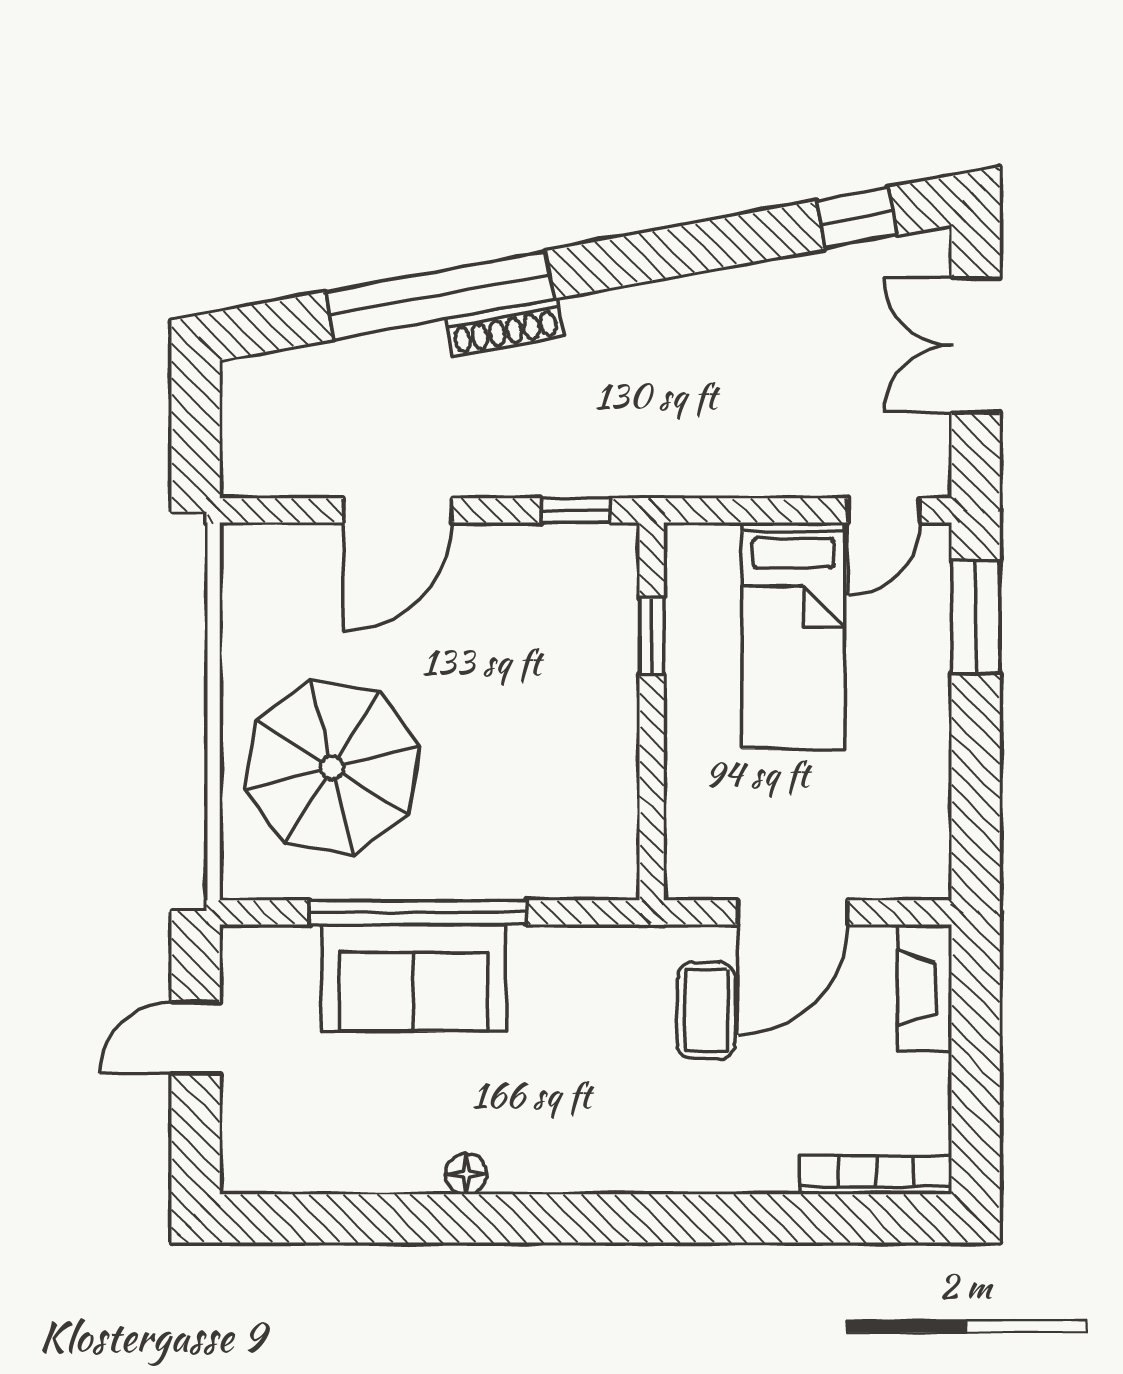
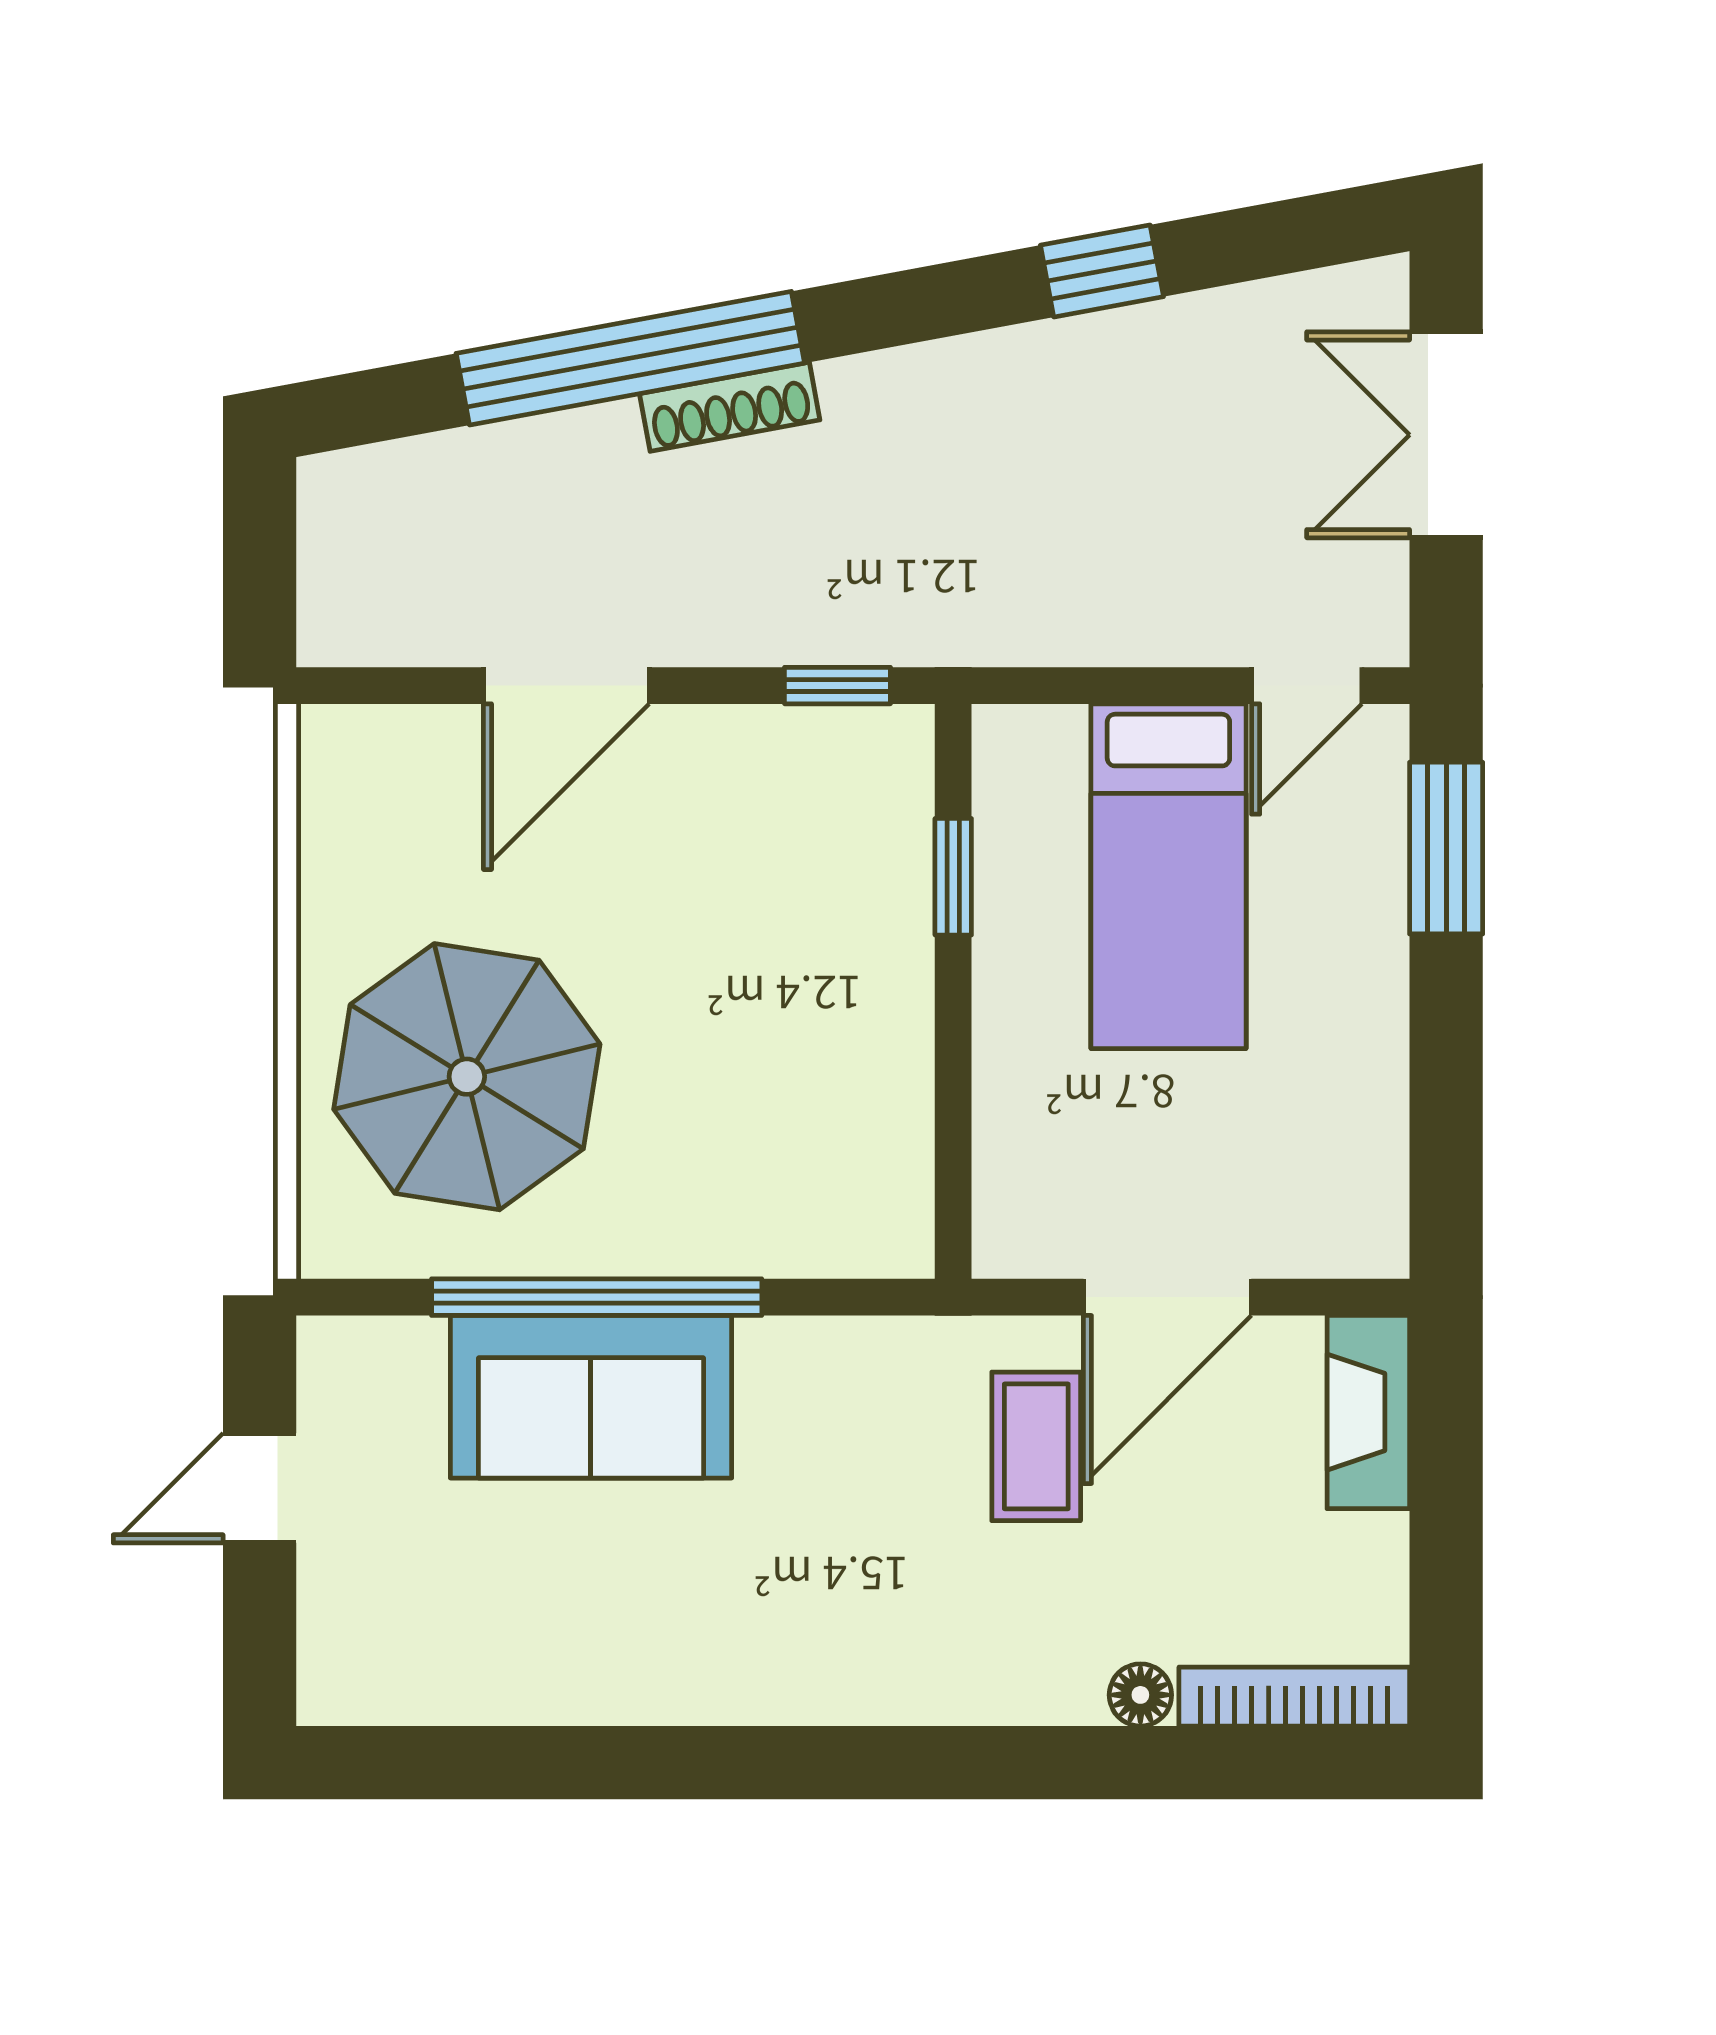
window: (857, 218) -> (1102, 271), moved
floor lamp: (466, 1174) -> (1140, 1695), moved

